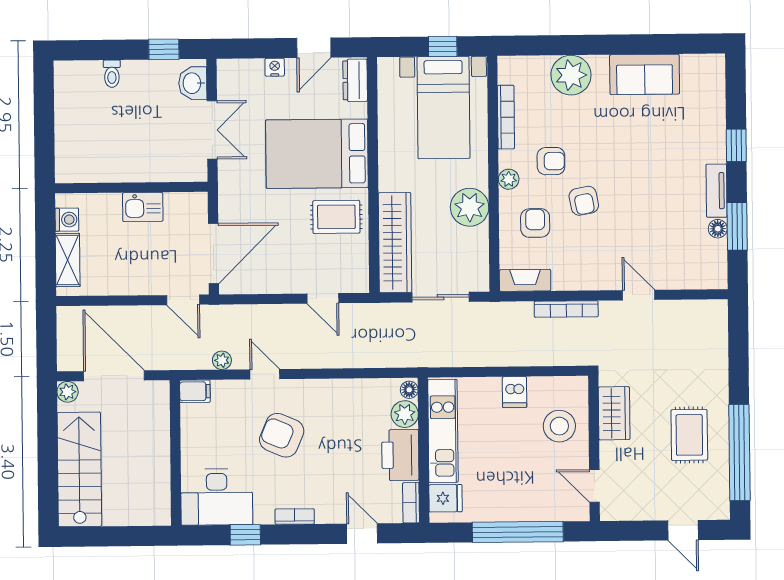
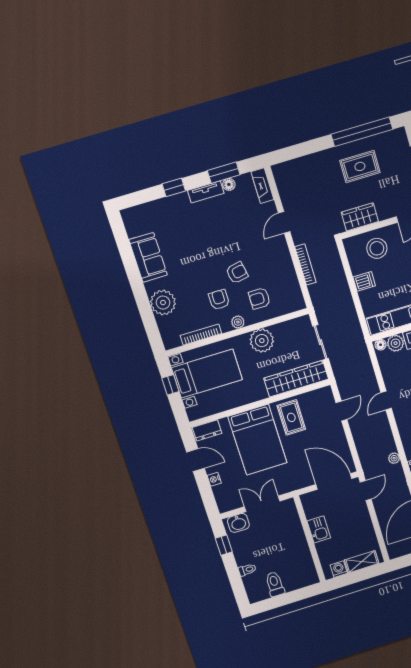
toilet: (74, 110) -> (275, 584), added
fireplace: (525, 280) -> (262, 186), moved
door: (265, 374) -> (386, 400), moved

